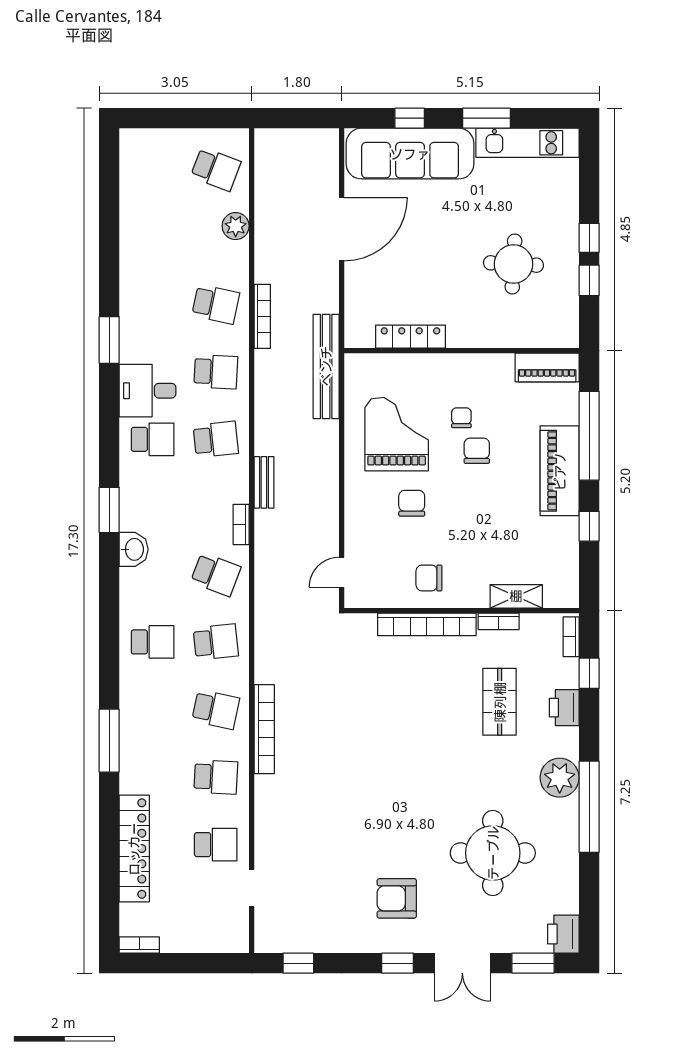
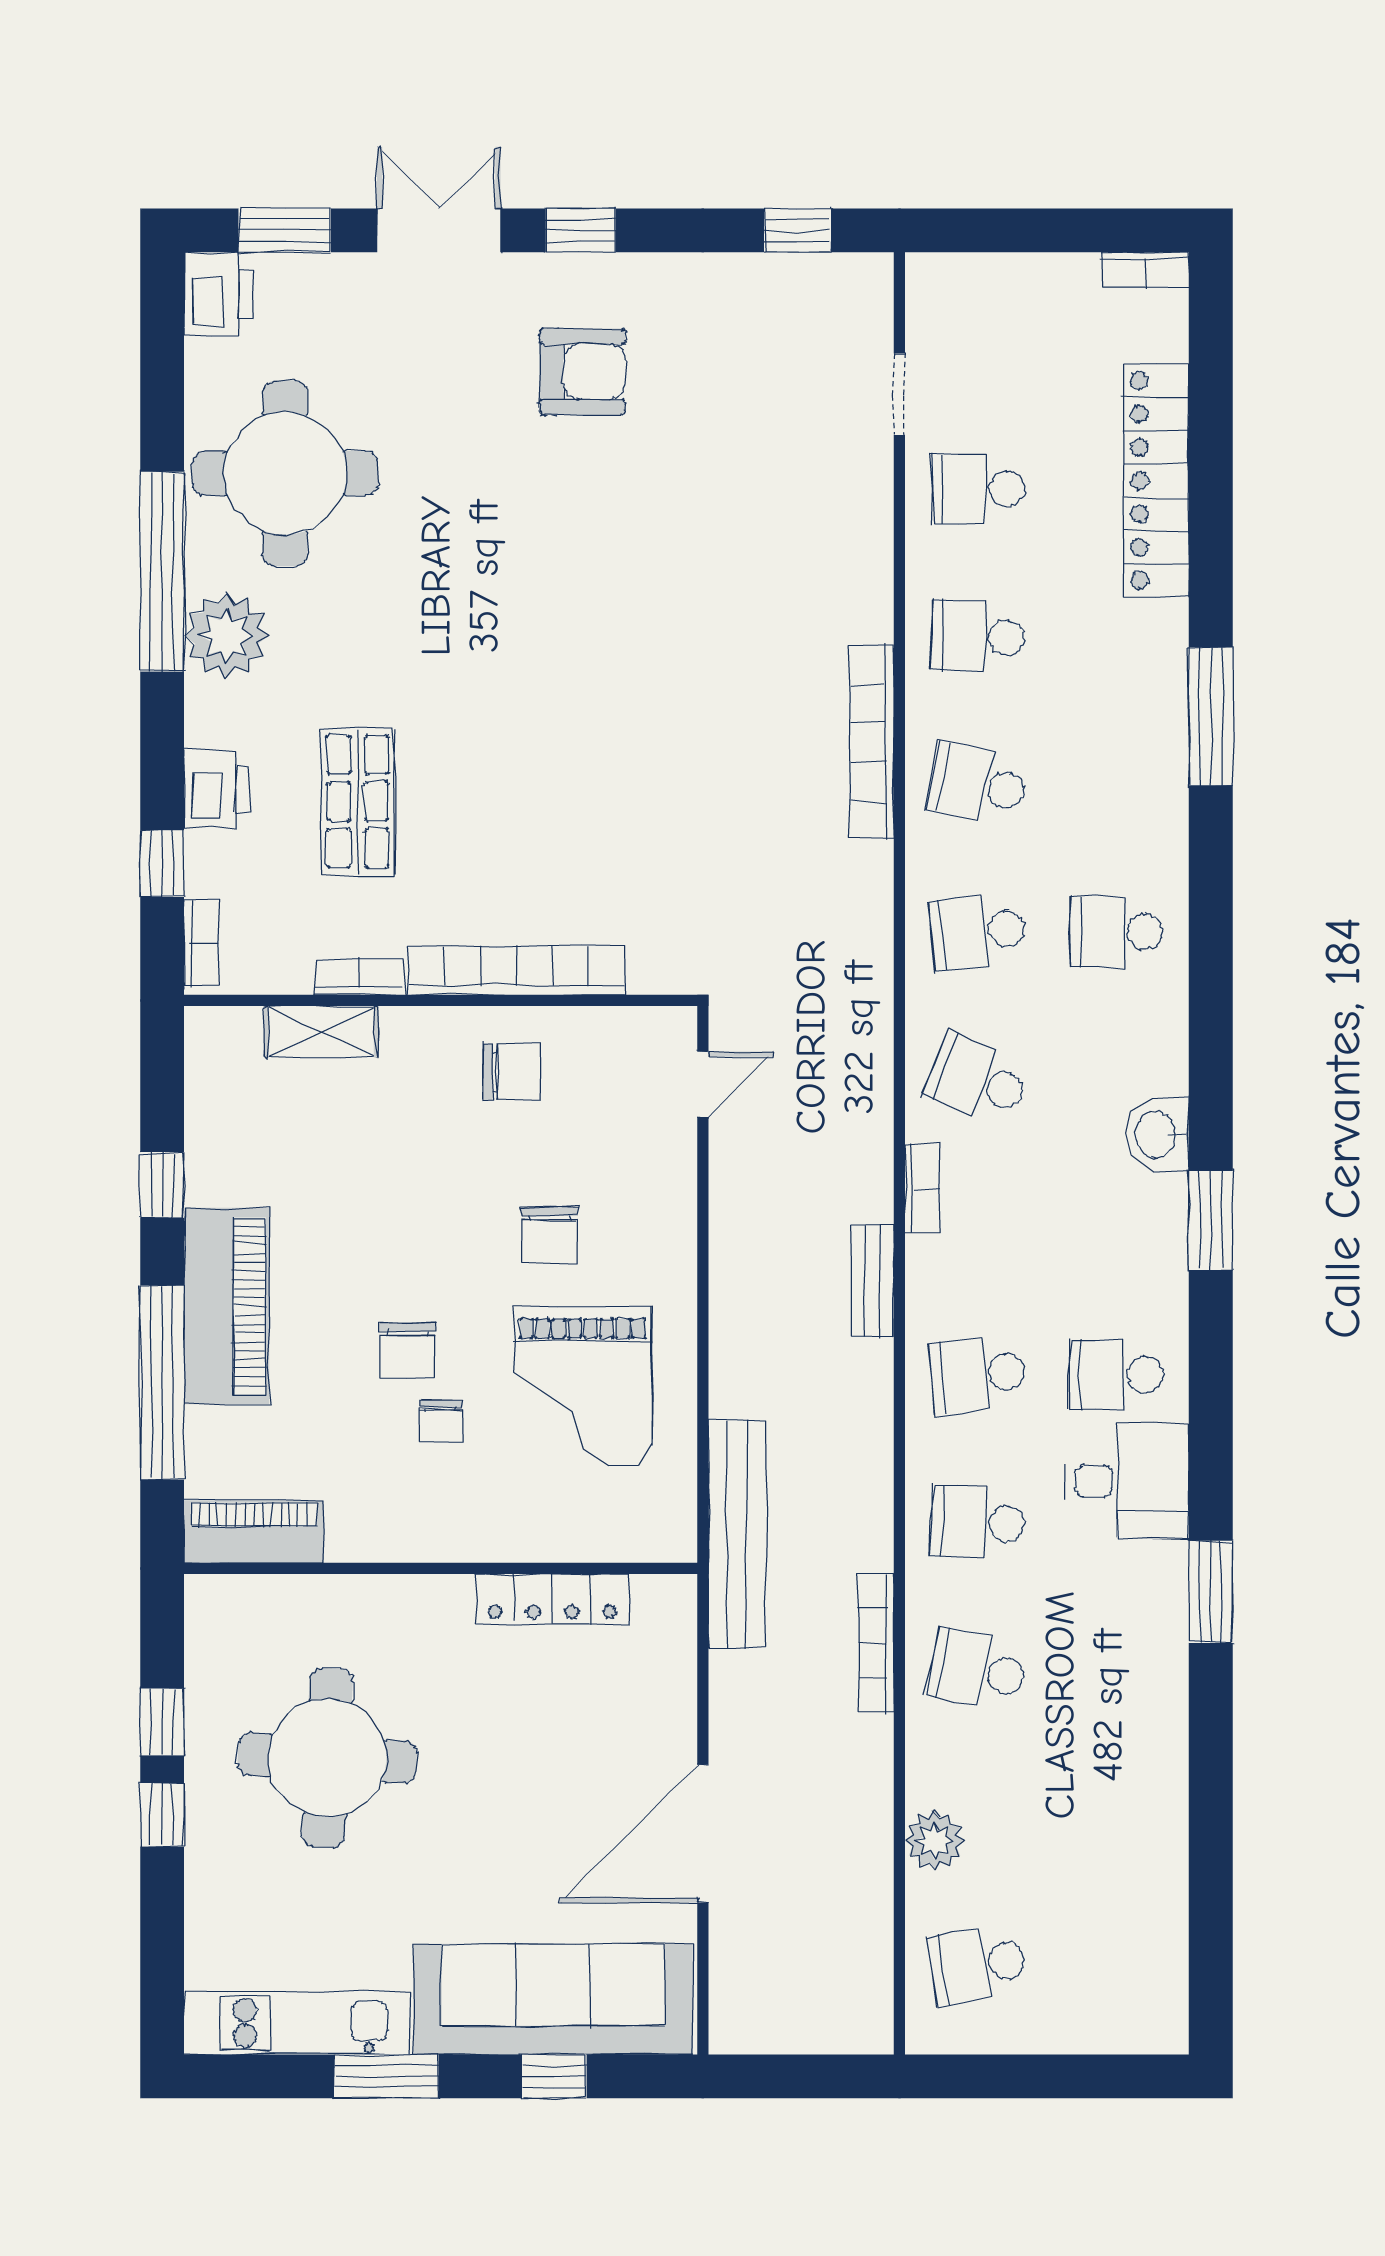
school desk: (216, 169) -> (978, 1965), turned -30
round table: (513, 264) -> (327, 1758), width x1.36, depth x1.36
round table: (493, 853) -> (285, 473), moved

